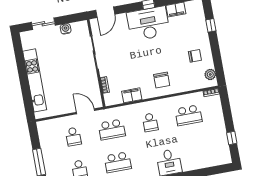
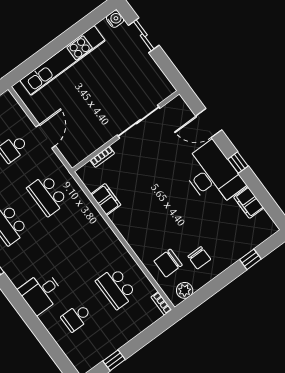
door: (105, 12) -> (209, 123), moved
water cooler: (66, 29) -> (115, 19), moved
chair: (162, 80) -> (168, 263), moved
door: (86, 111) -> (46, 136), moved
school desk: (150, 122) -> (76, 317), moved

